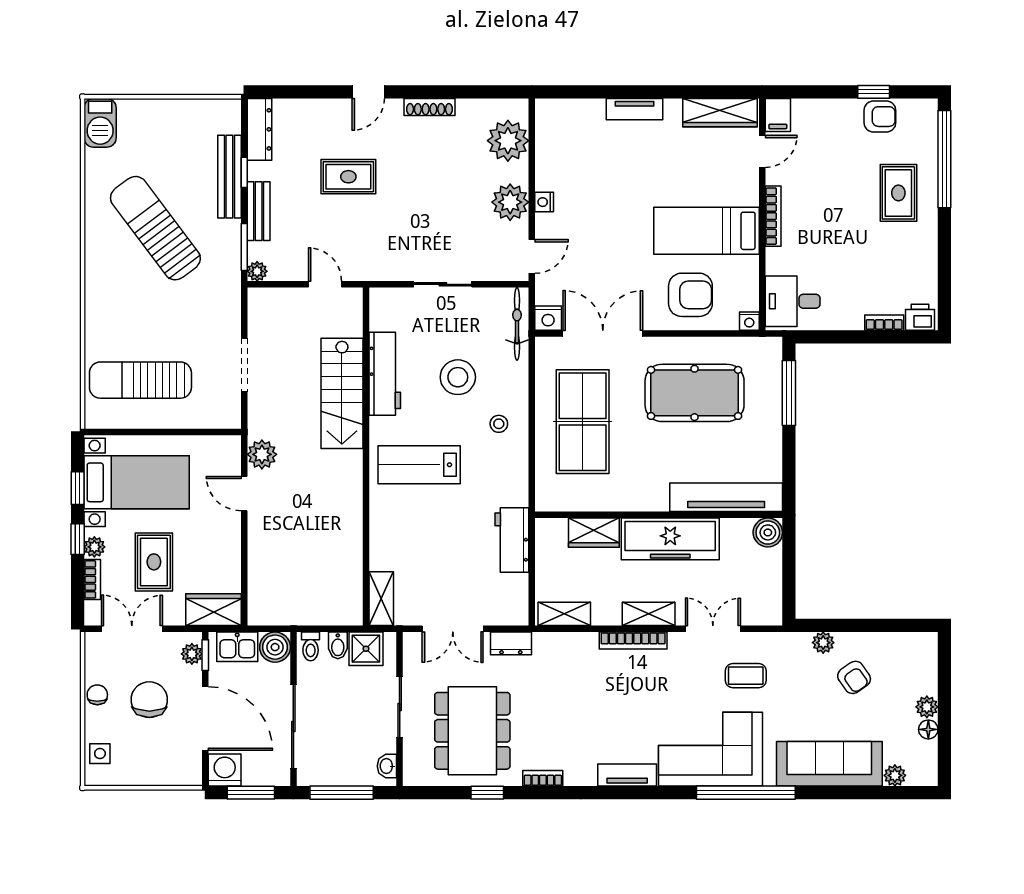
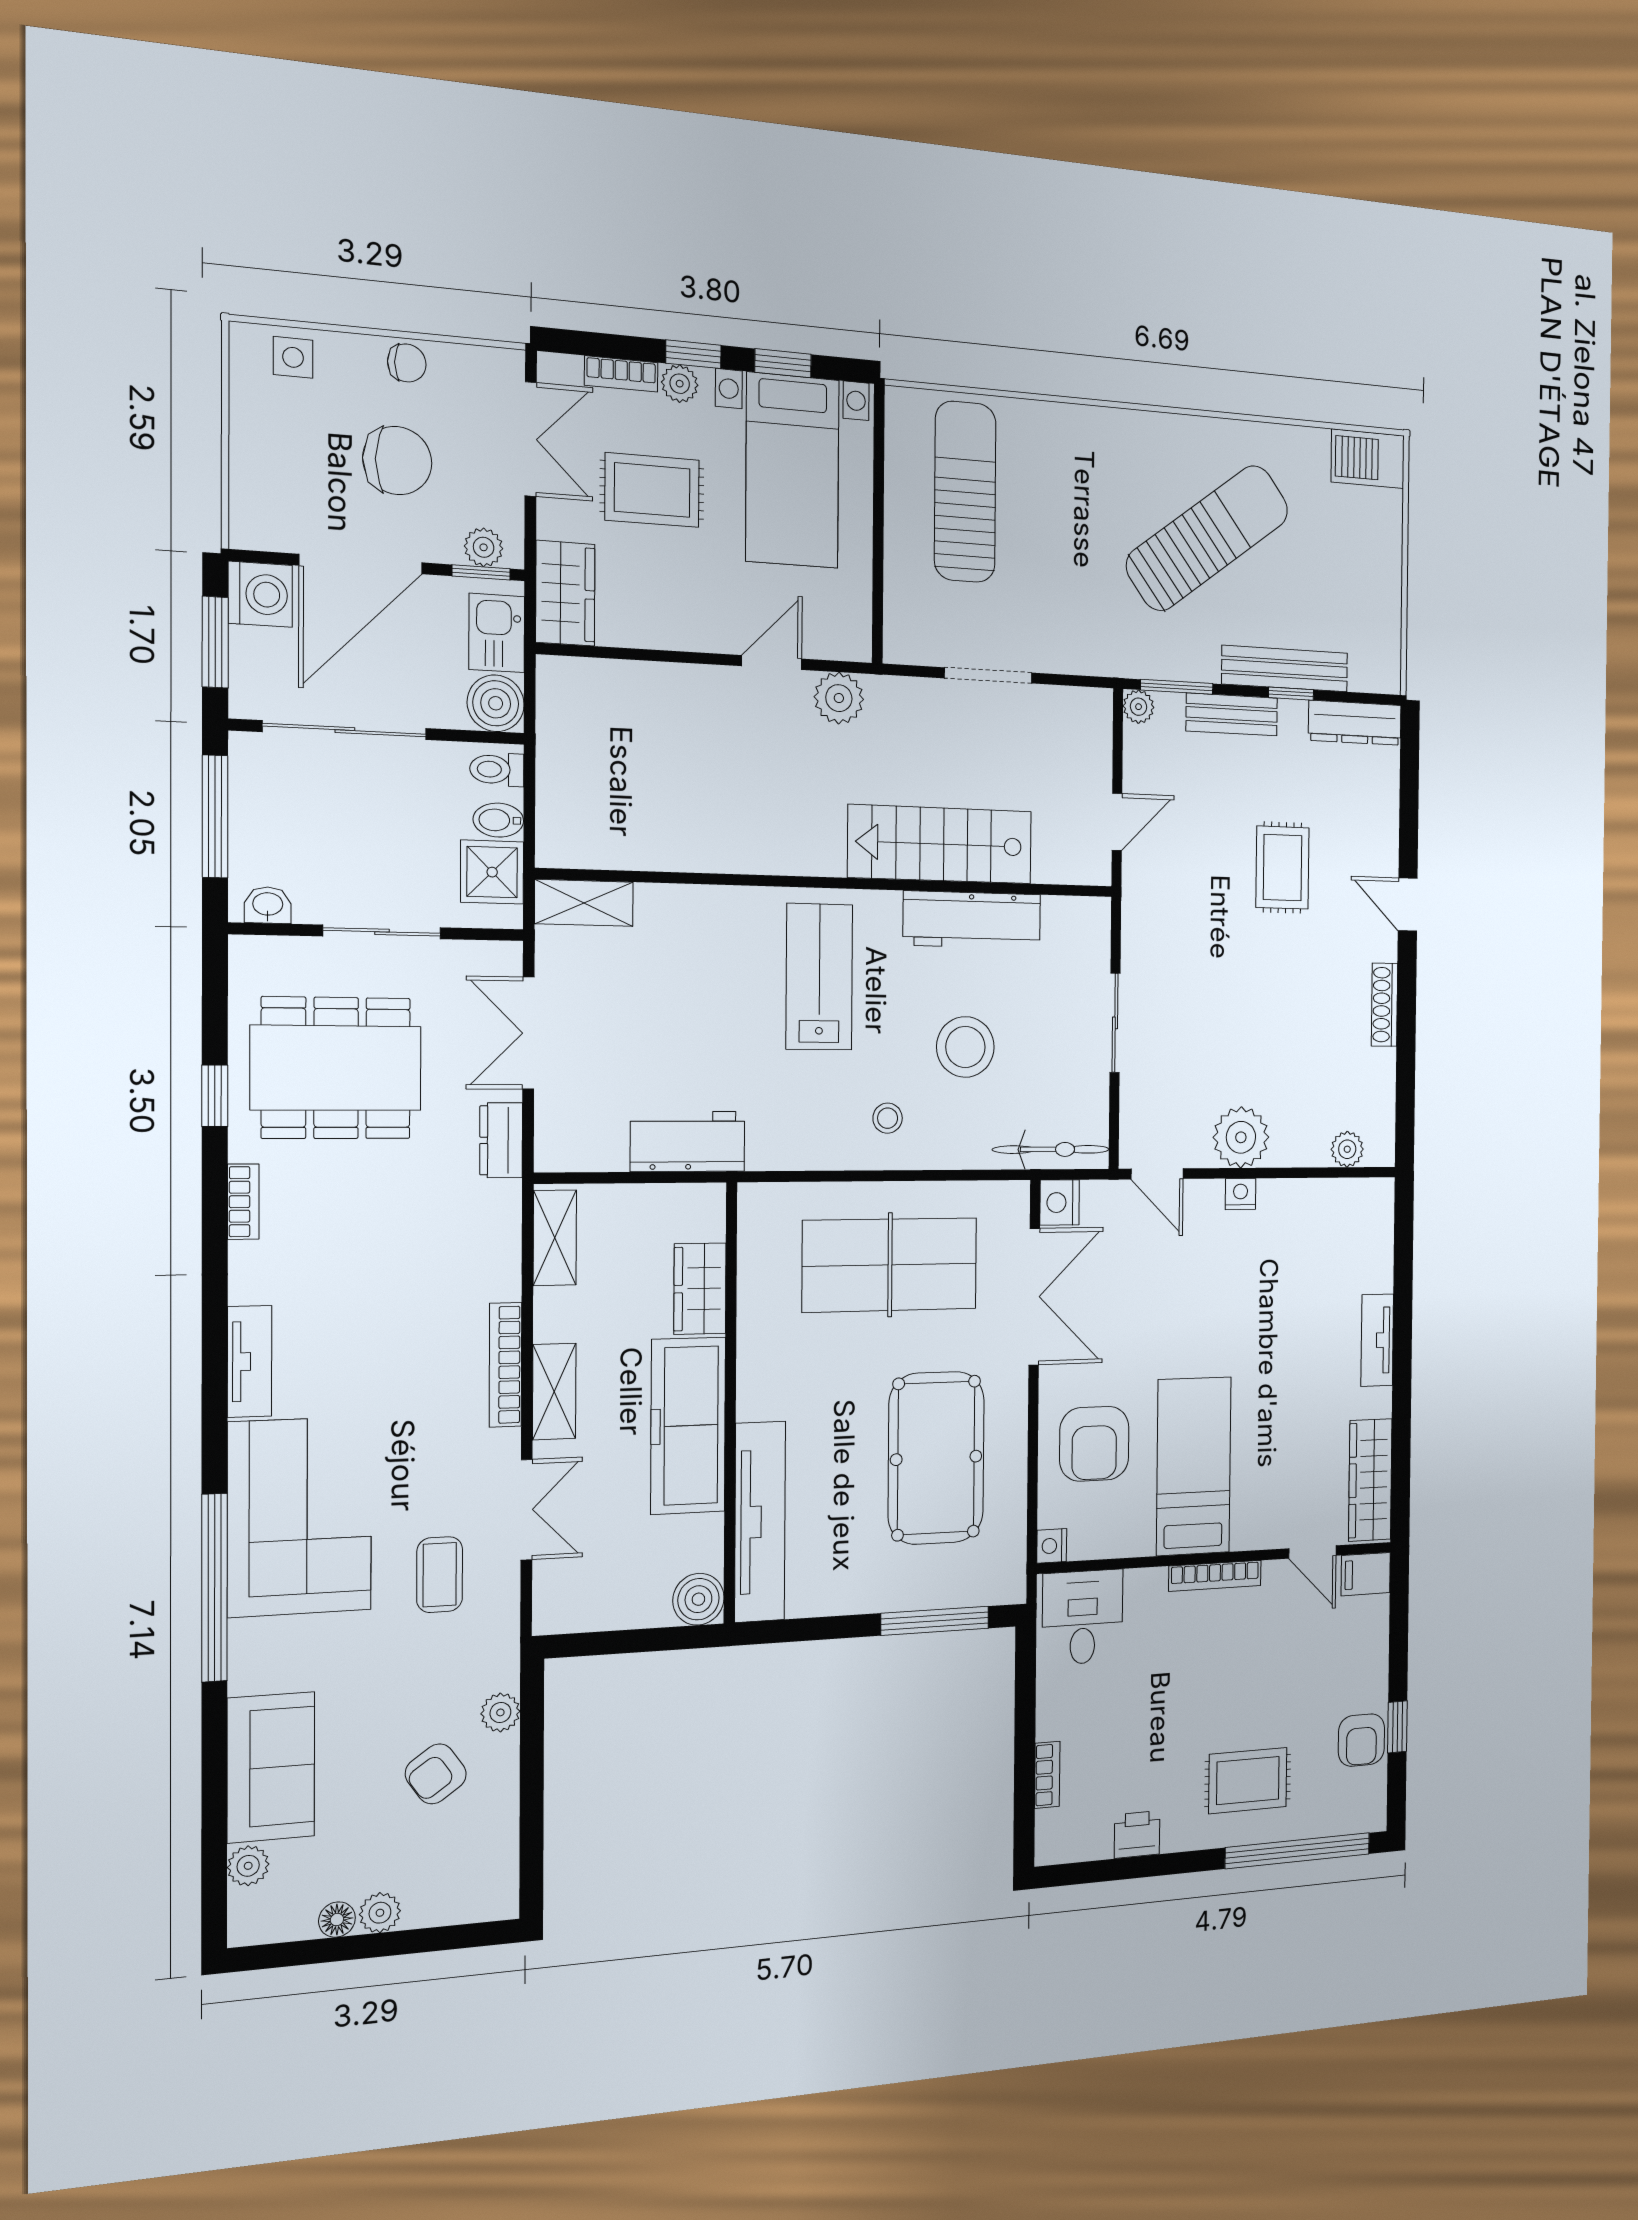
plant: (508, 141) -> (1347, 1149), width x0.53, depth x0.53
printer: (920, 317) -> (1137, 1835), moved, turned -90
sofa: (829, 764) -> (271, 1767), width x0.73

